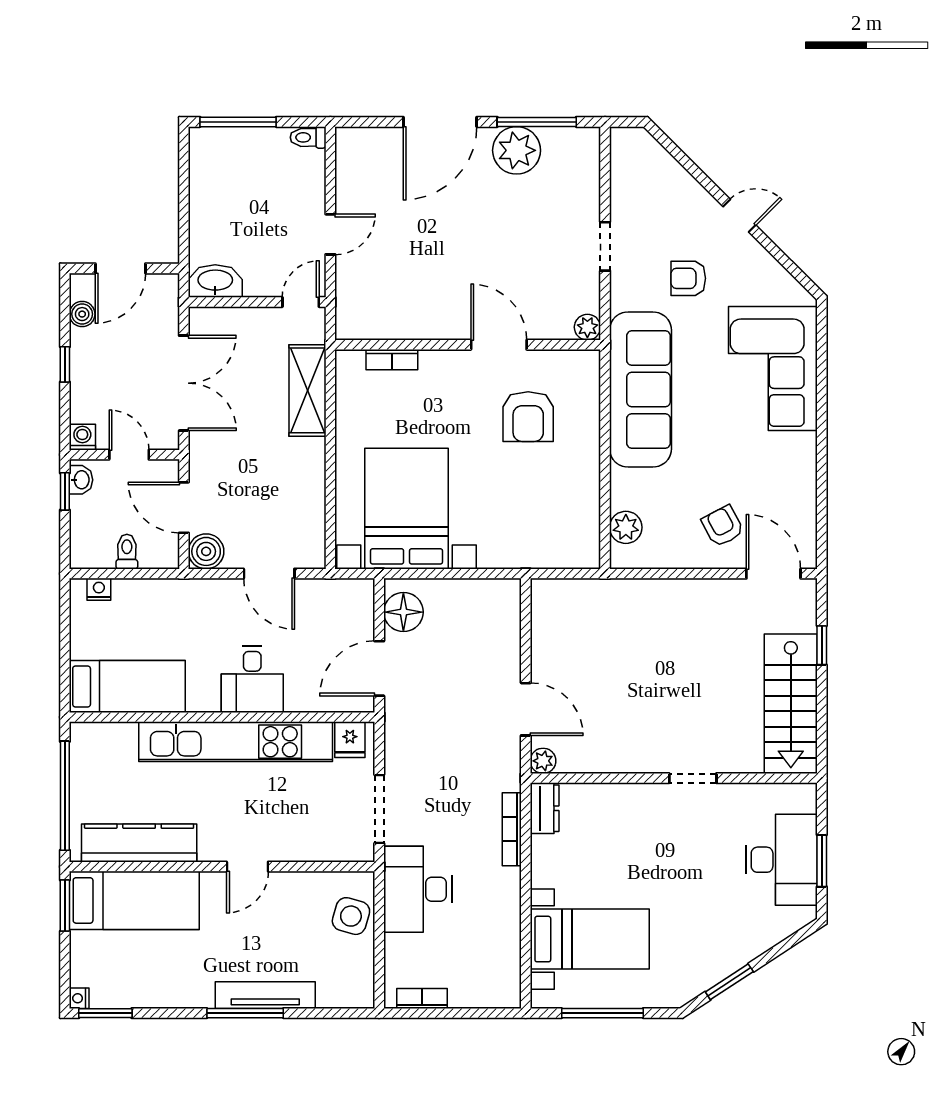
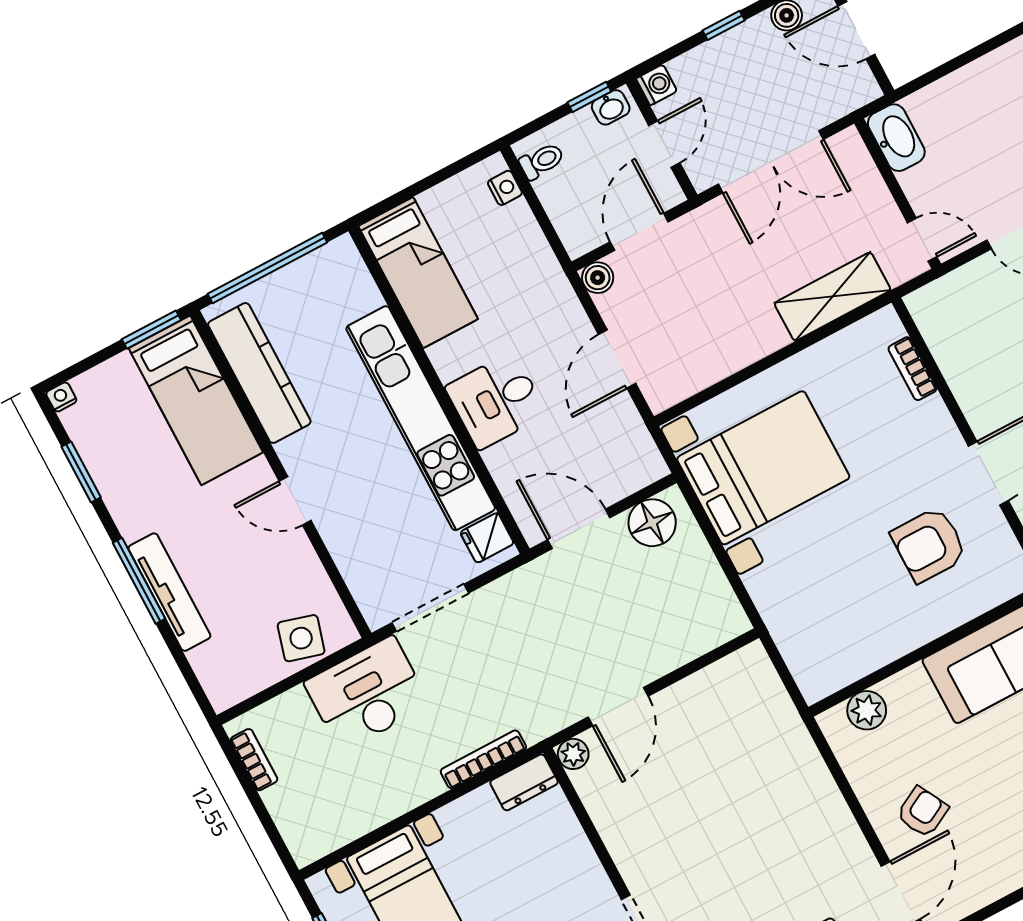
boiler: (206, 551) -> (598, 278), width x0.73, depth x0.73
toilet: (127, 552) -> (542, 161), moved
window: (105, 1013) -> (81, 472), moved

